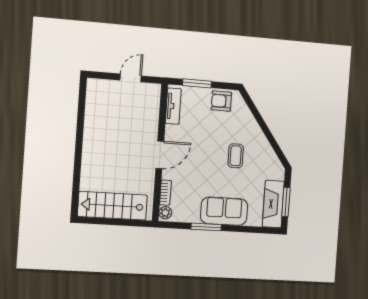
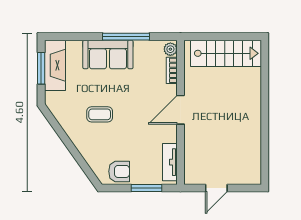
coffee table: (236, 156) -> (100, 114), turned 90
window: (206, 227) -> (126, 37), width x1.44

